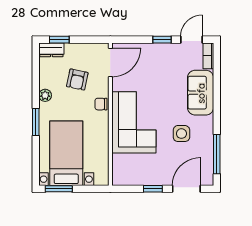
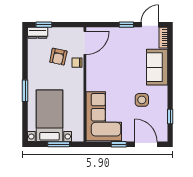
plant: (45, 95) -> (33, 69), removed
chair: (101, 104) -> (77, 63), moved
corner sofa: (134, 122) -> (104, 116), moved
window: (217, 154) -> (170, 116), width x0.46
window: (59, 189) -> (59, 144), moved
door: (186, 189) -> (146, 144), hinge flipped

